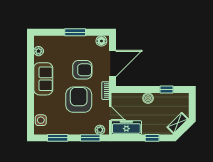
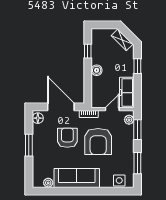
sofa: (43, 79) -> (77, 178), width x1.36
armchair: (79, 100) -> (98, 142), turned -90

